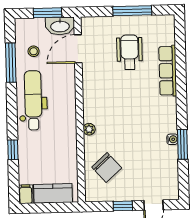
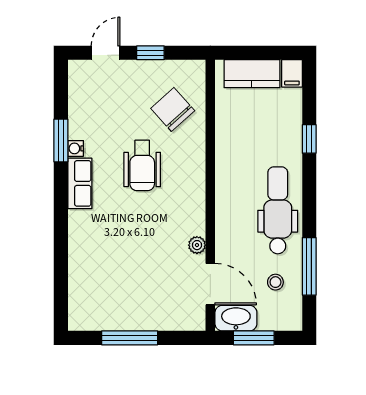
door: (78, 49) -> (210, 284), hinge flipped
wheelchair: (130, 52) -> (142, 165), moved
row of seats: (168, 71) -> (80, 183), moved, width x0.68
dental chair: (33, 100) -> (278, 210), turned 180
plant: (89, 129) -> (197, 245), moved

